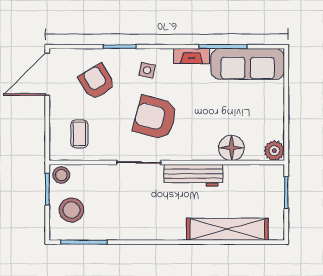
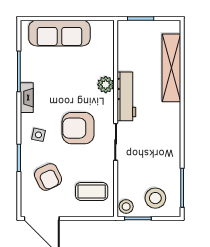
sofa: (248, 64) -> (59, 33), moved, turned 90
armchair: (97, 82) -> (48, 177), turned -85
armchair: (155, 118) -> (78, 128), turned 75
coffee table: (79, 134) -> (92, 191), width x1.36, depth x1.30
floor lamp: (231, 148) -> (103, 64), removed
plant: (274, 151) -> (106, 85), moved

